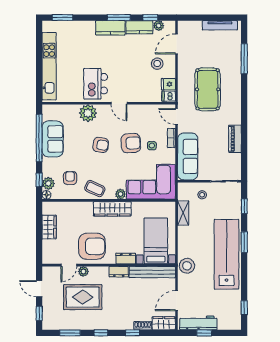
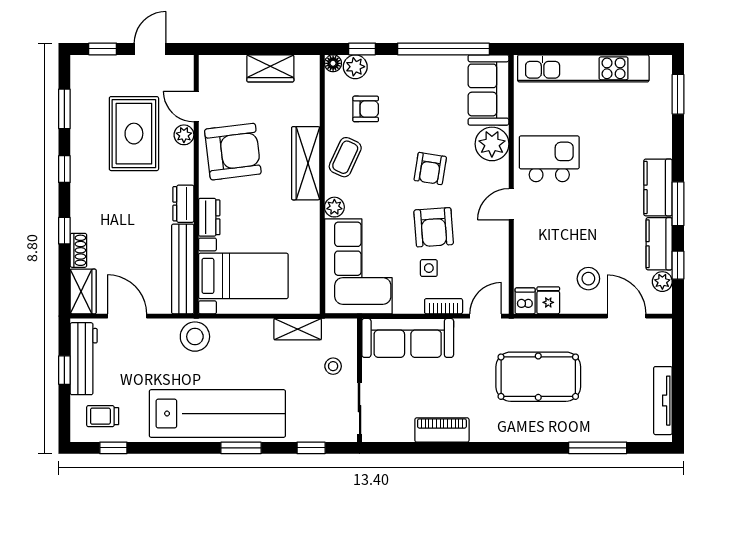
sofa: (53, 139) -> (488, 90), moved, turned 90
wardrobe: (112, 209) -> (306, 163), moved
armchair: (92, 246) -> (233, 152), turned -97
trolley: (228, 313) -> (103, 416), added

